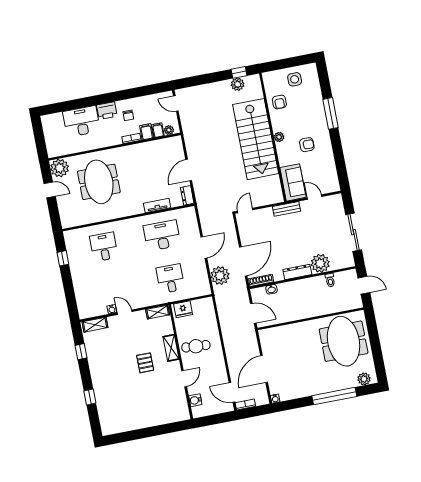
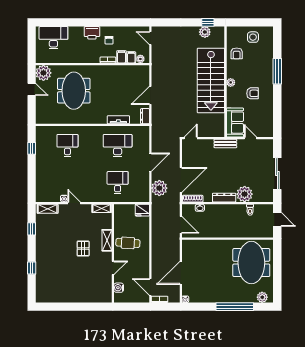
desk: (82, 121) -> (53, 38), moved
fridge: (183, 309) -> (142, 210), moved

